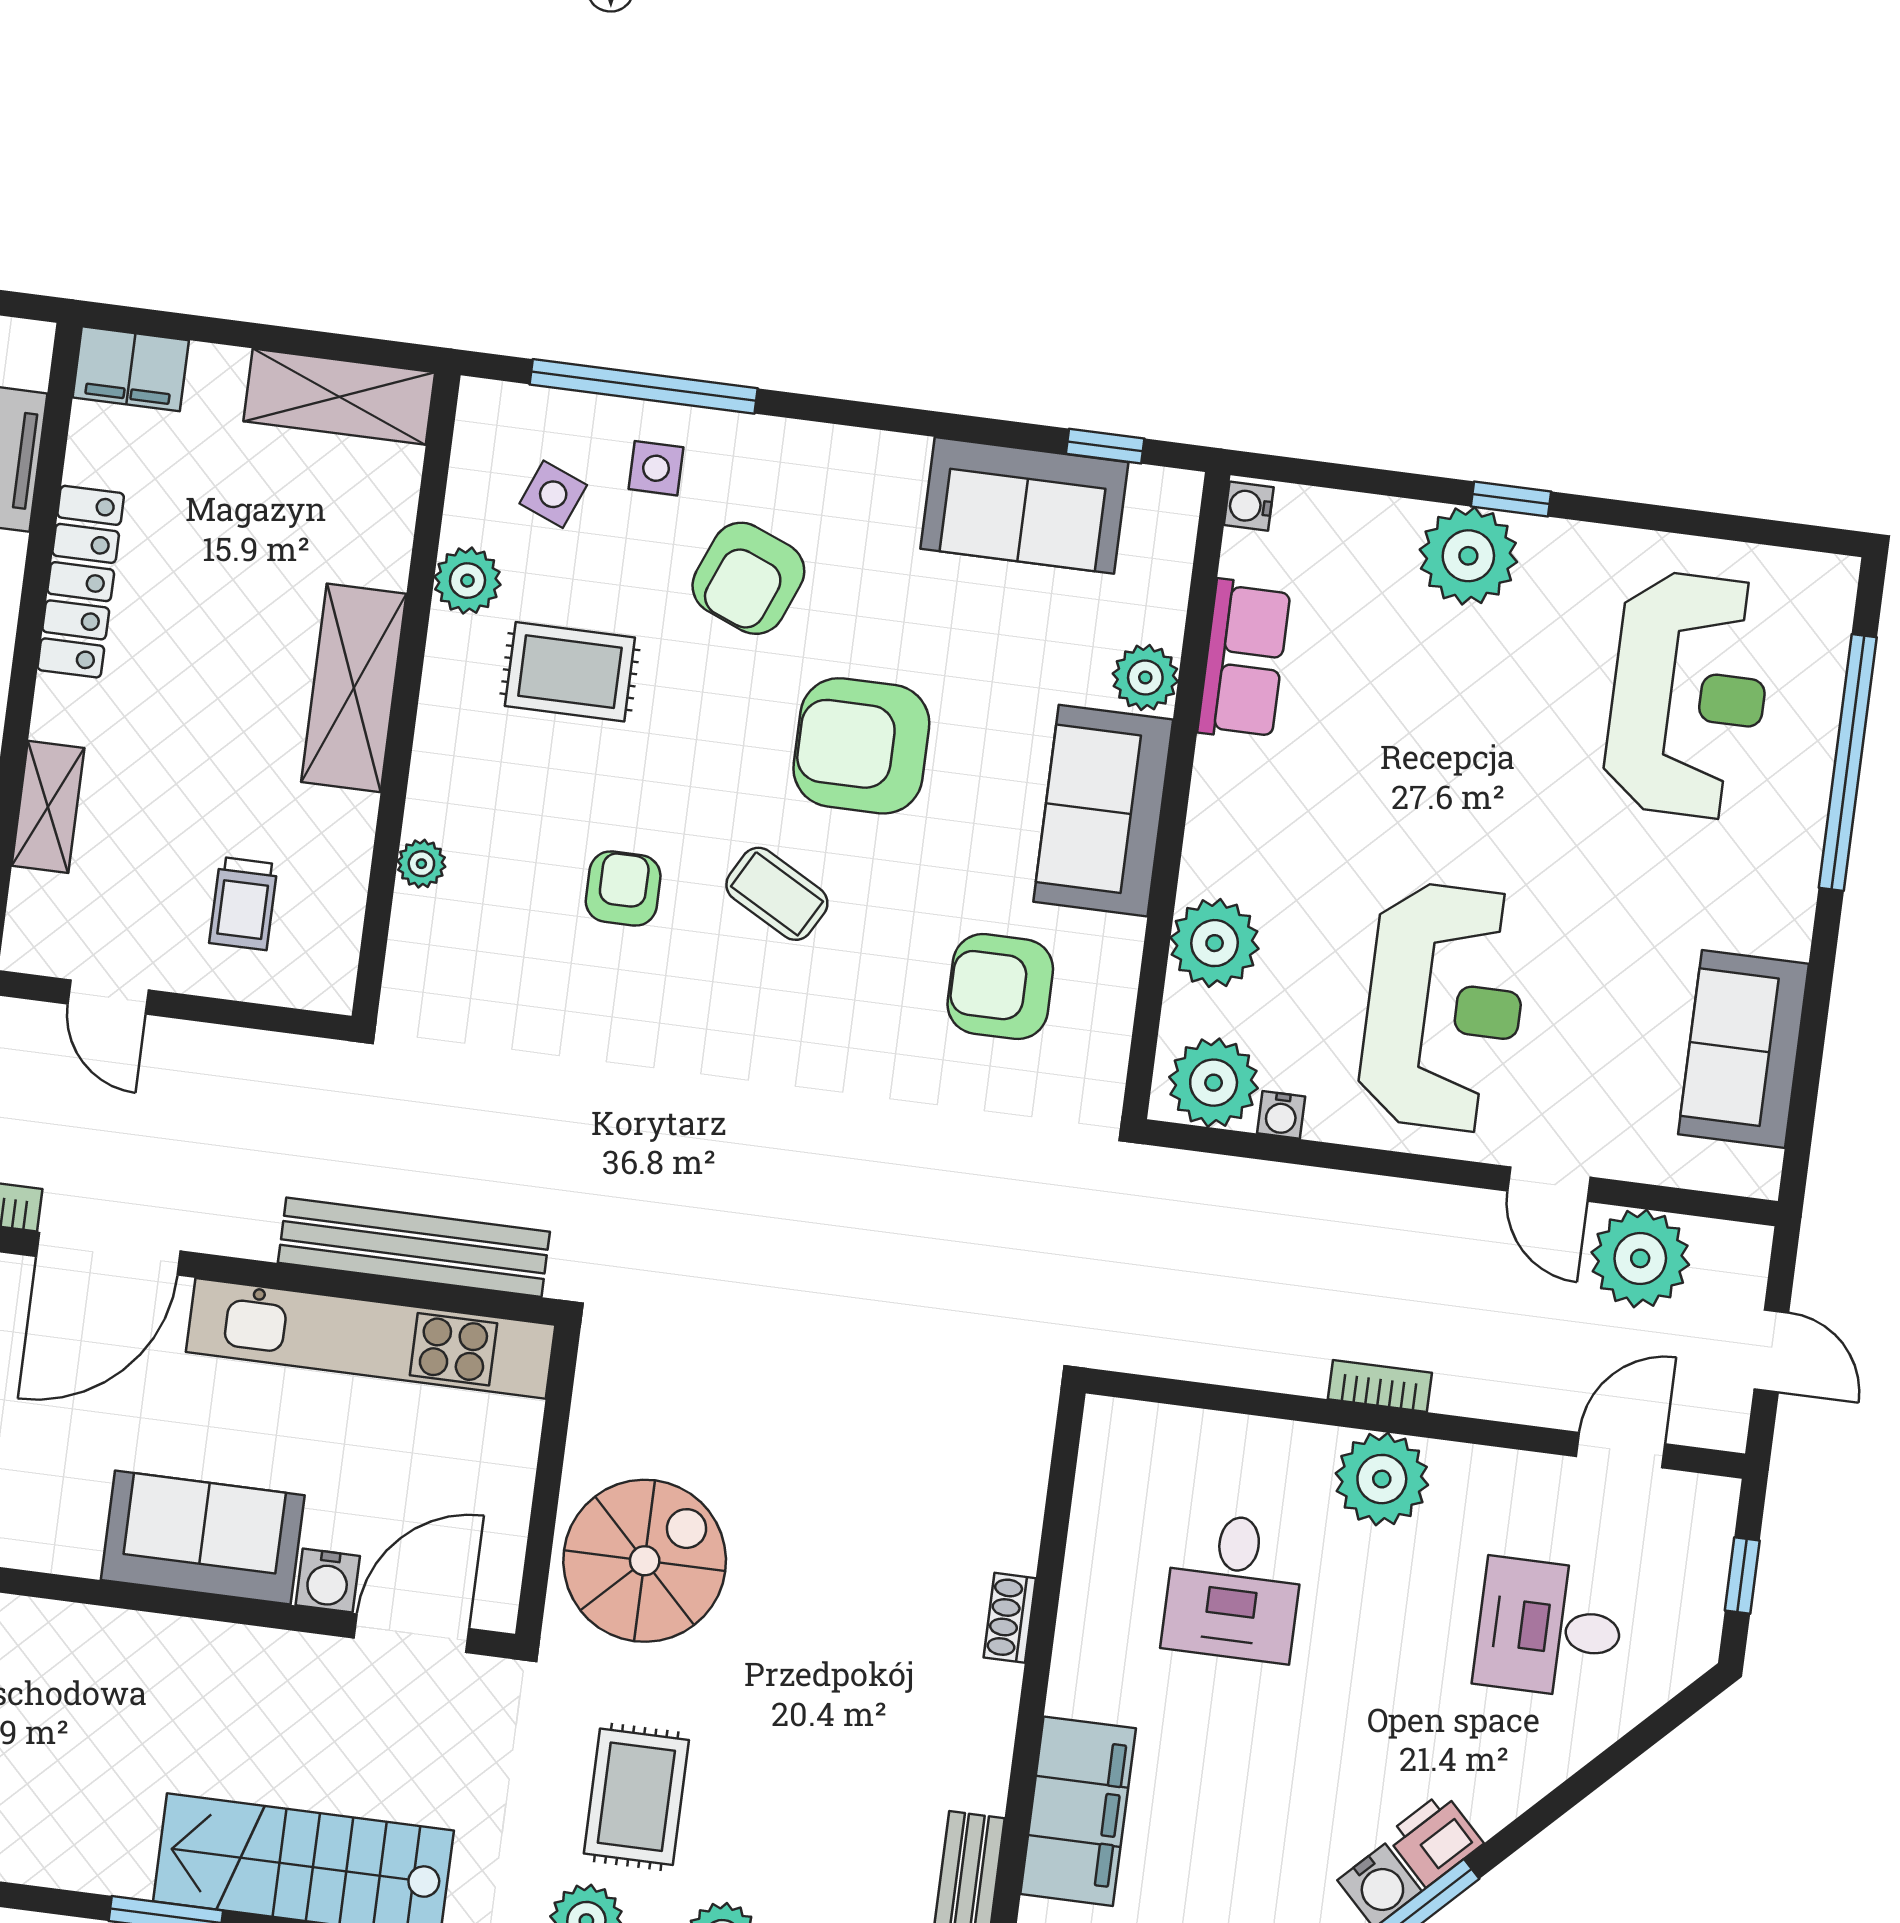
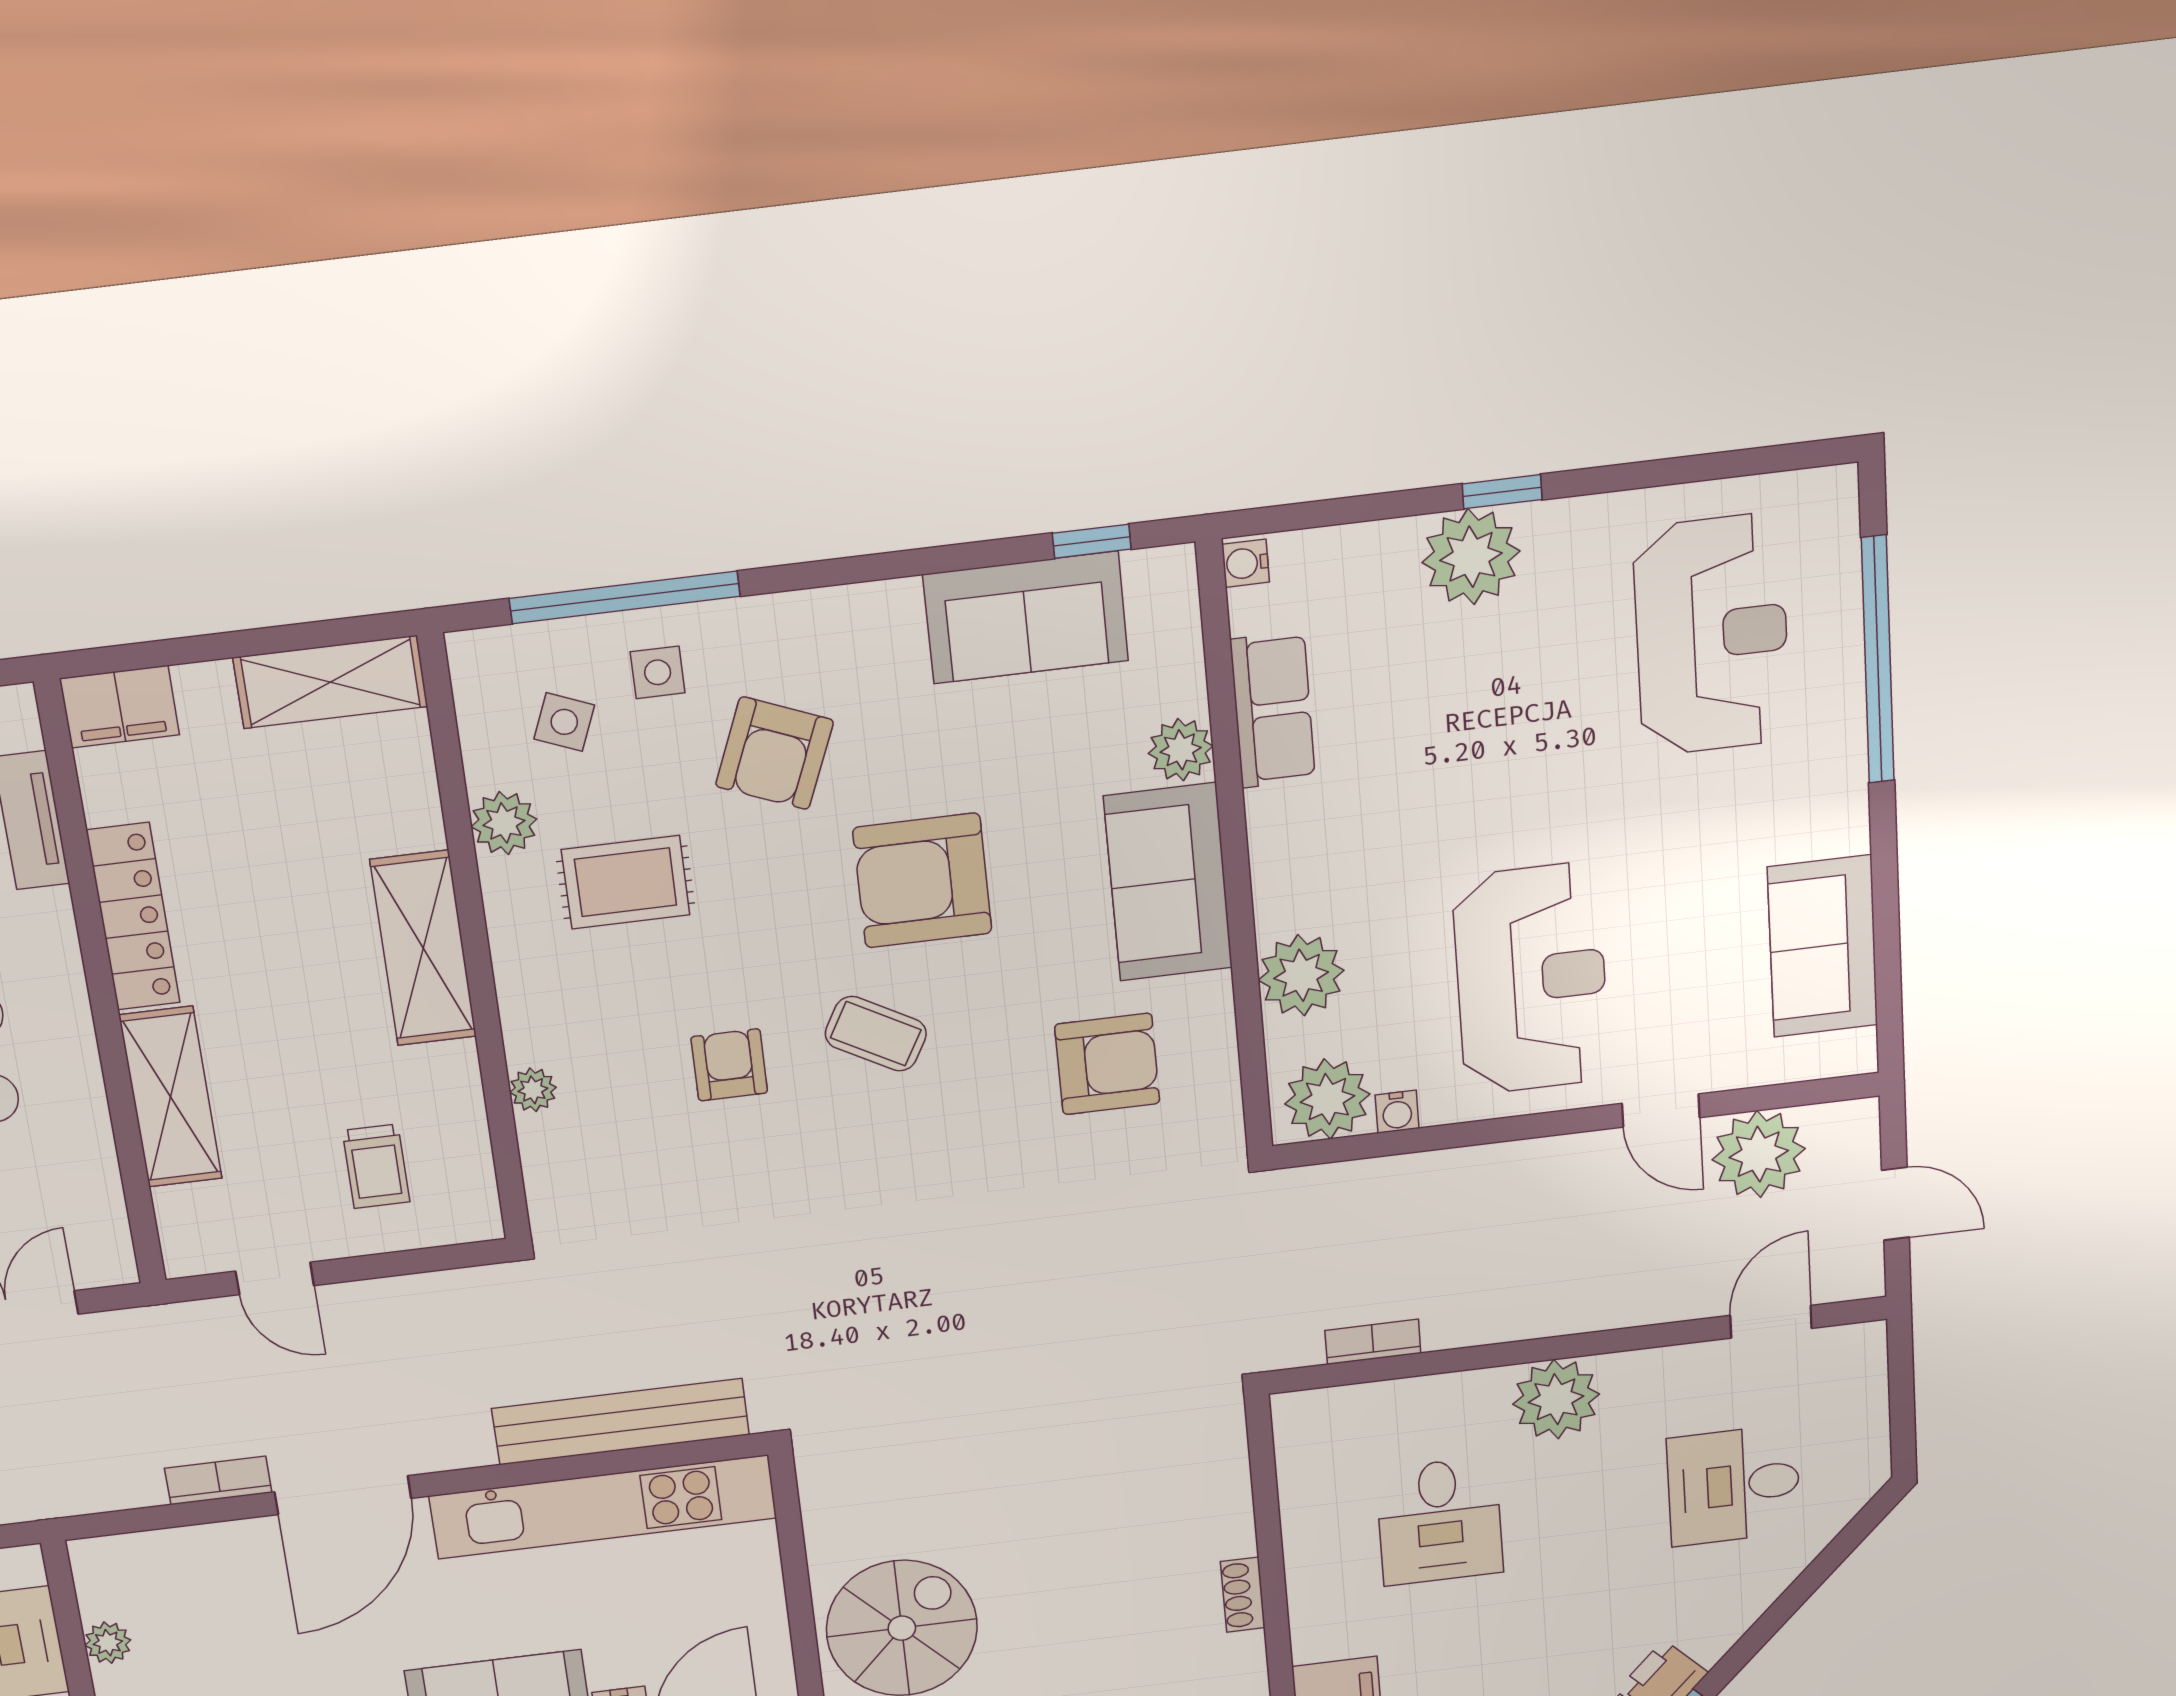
shelving: (48, 807) -> (171, 1097), width x1.50, depth x1.33
armchair: (1000, 987) -> (1107, 1064), turned 180
bookcase: (1380, 1386) -> (1373, 1342), moved
window: (1742, 1576) -> (1902, 1399), removed

